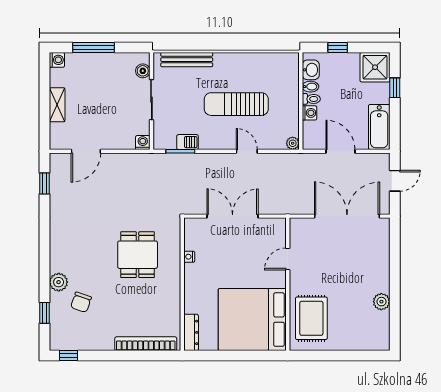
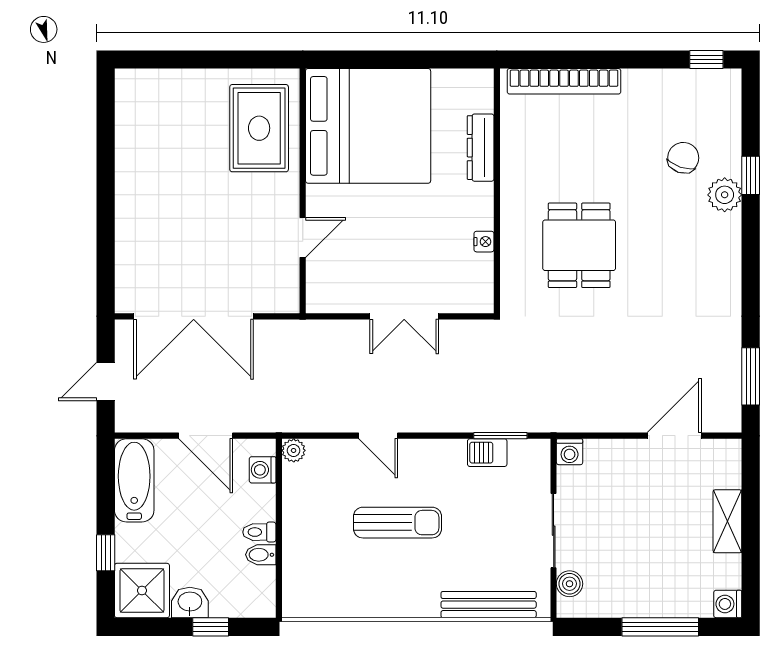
washbasin: (311, 70) -> (190, 602), moved, turned 90
sun lounger: (236, 104) -> (397, 523), width x0.73, depth x0.75
washing machine: (309, 113) -> (263, 470), moved
window: (44, 183) -> (751, 376), width x1.50
double door: (233, 216) -> (404, 316), width x0.73
plant: (381, 302) -> (130, 159), removed
window: (44, 313) -> (751, 175), moved
dresser: (191, 332) -> (481, 148), moved

